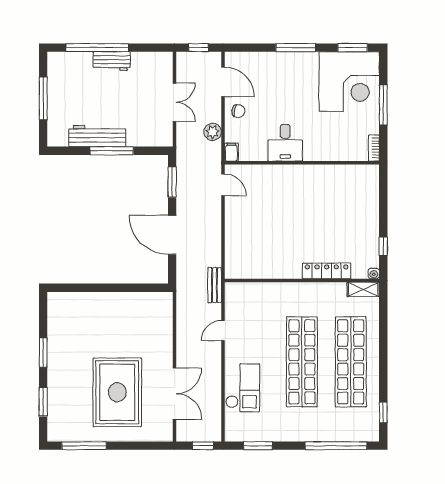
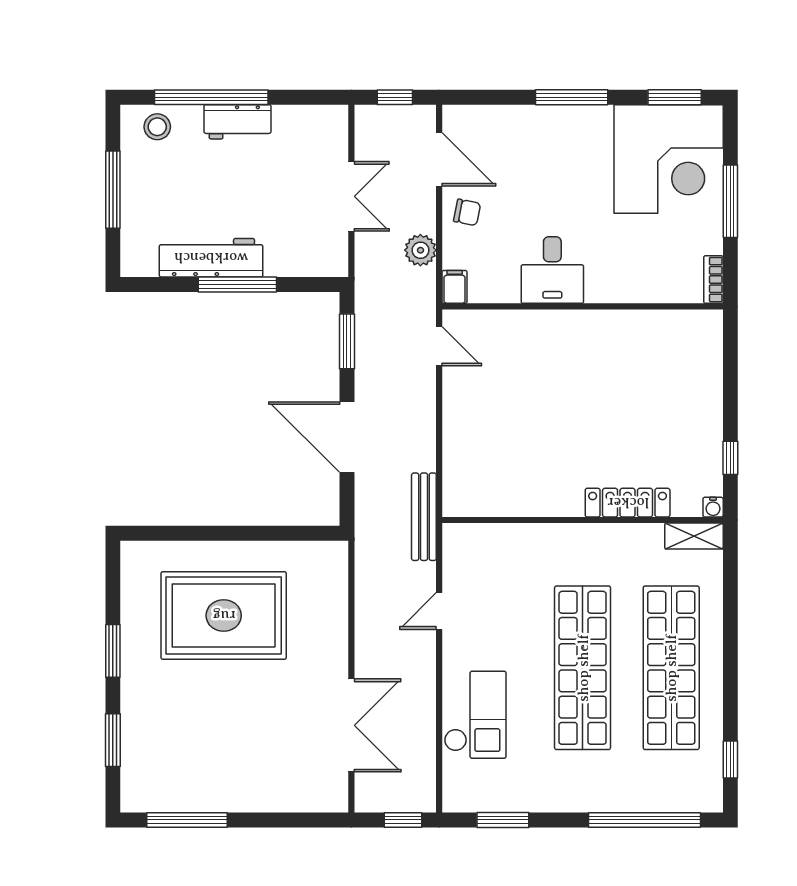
stool: (68, 64) -> (157, 127), added
bench: (215, 285) -> (424, 517), width x1.36
rug: (117, 392) -> (224, 616), moved, turned 90

